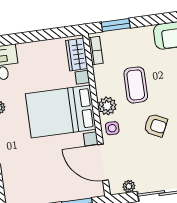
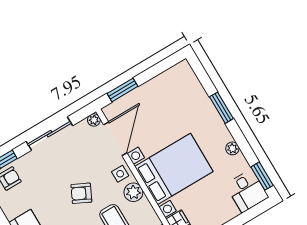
door: (103, 162) -> (115, 139), hinge flipped
plant: (129, 186) -> (94, 120), moved

